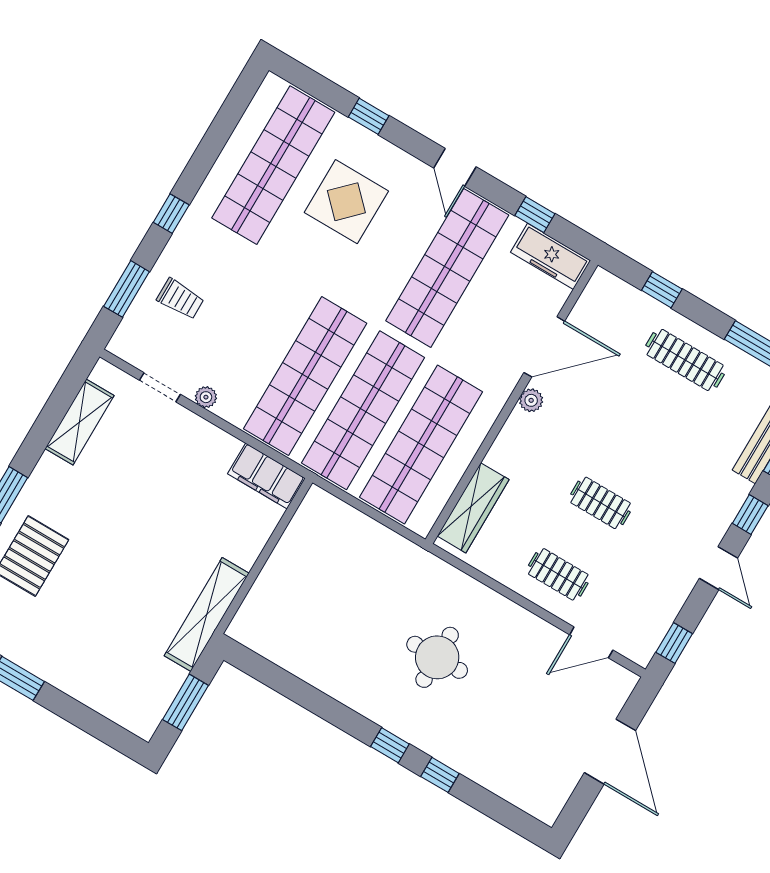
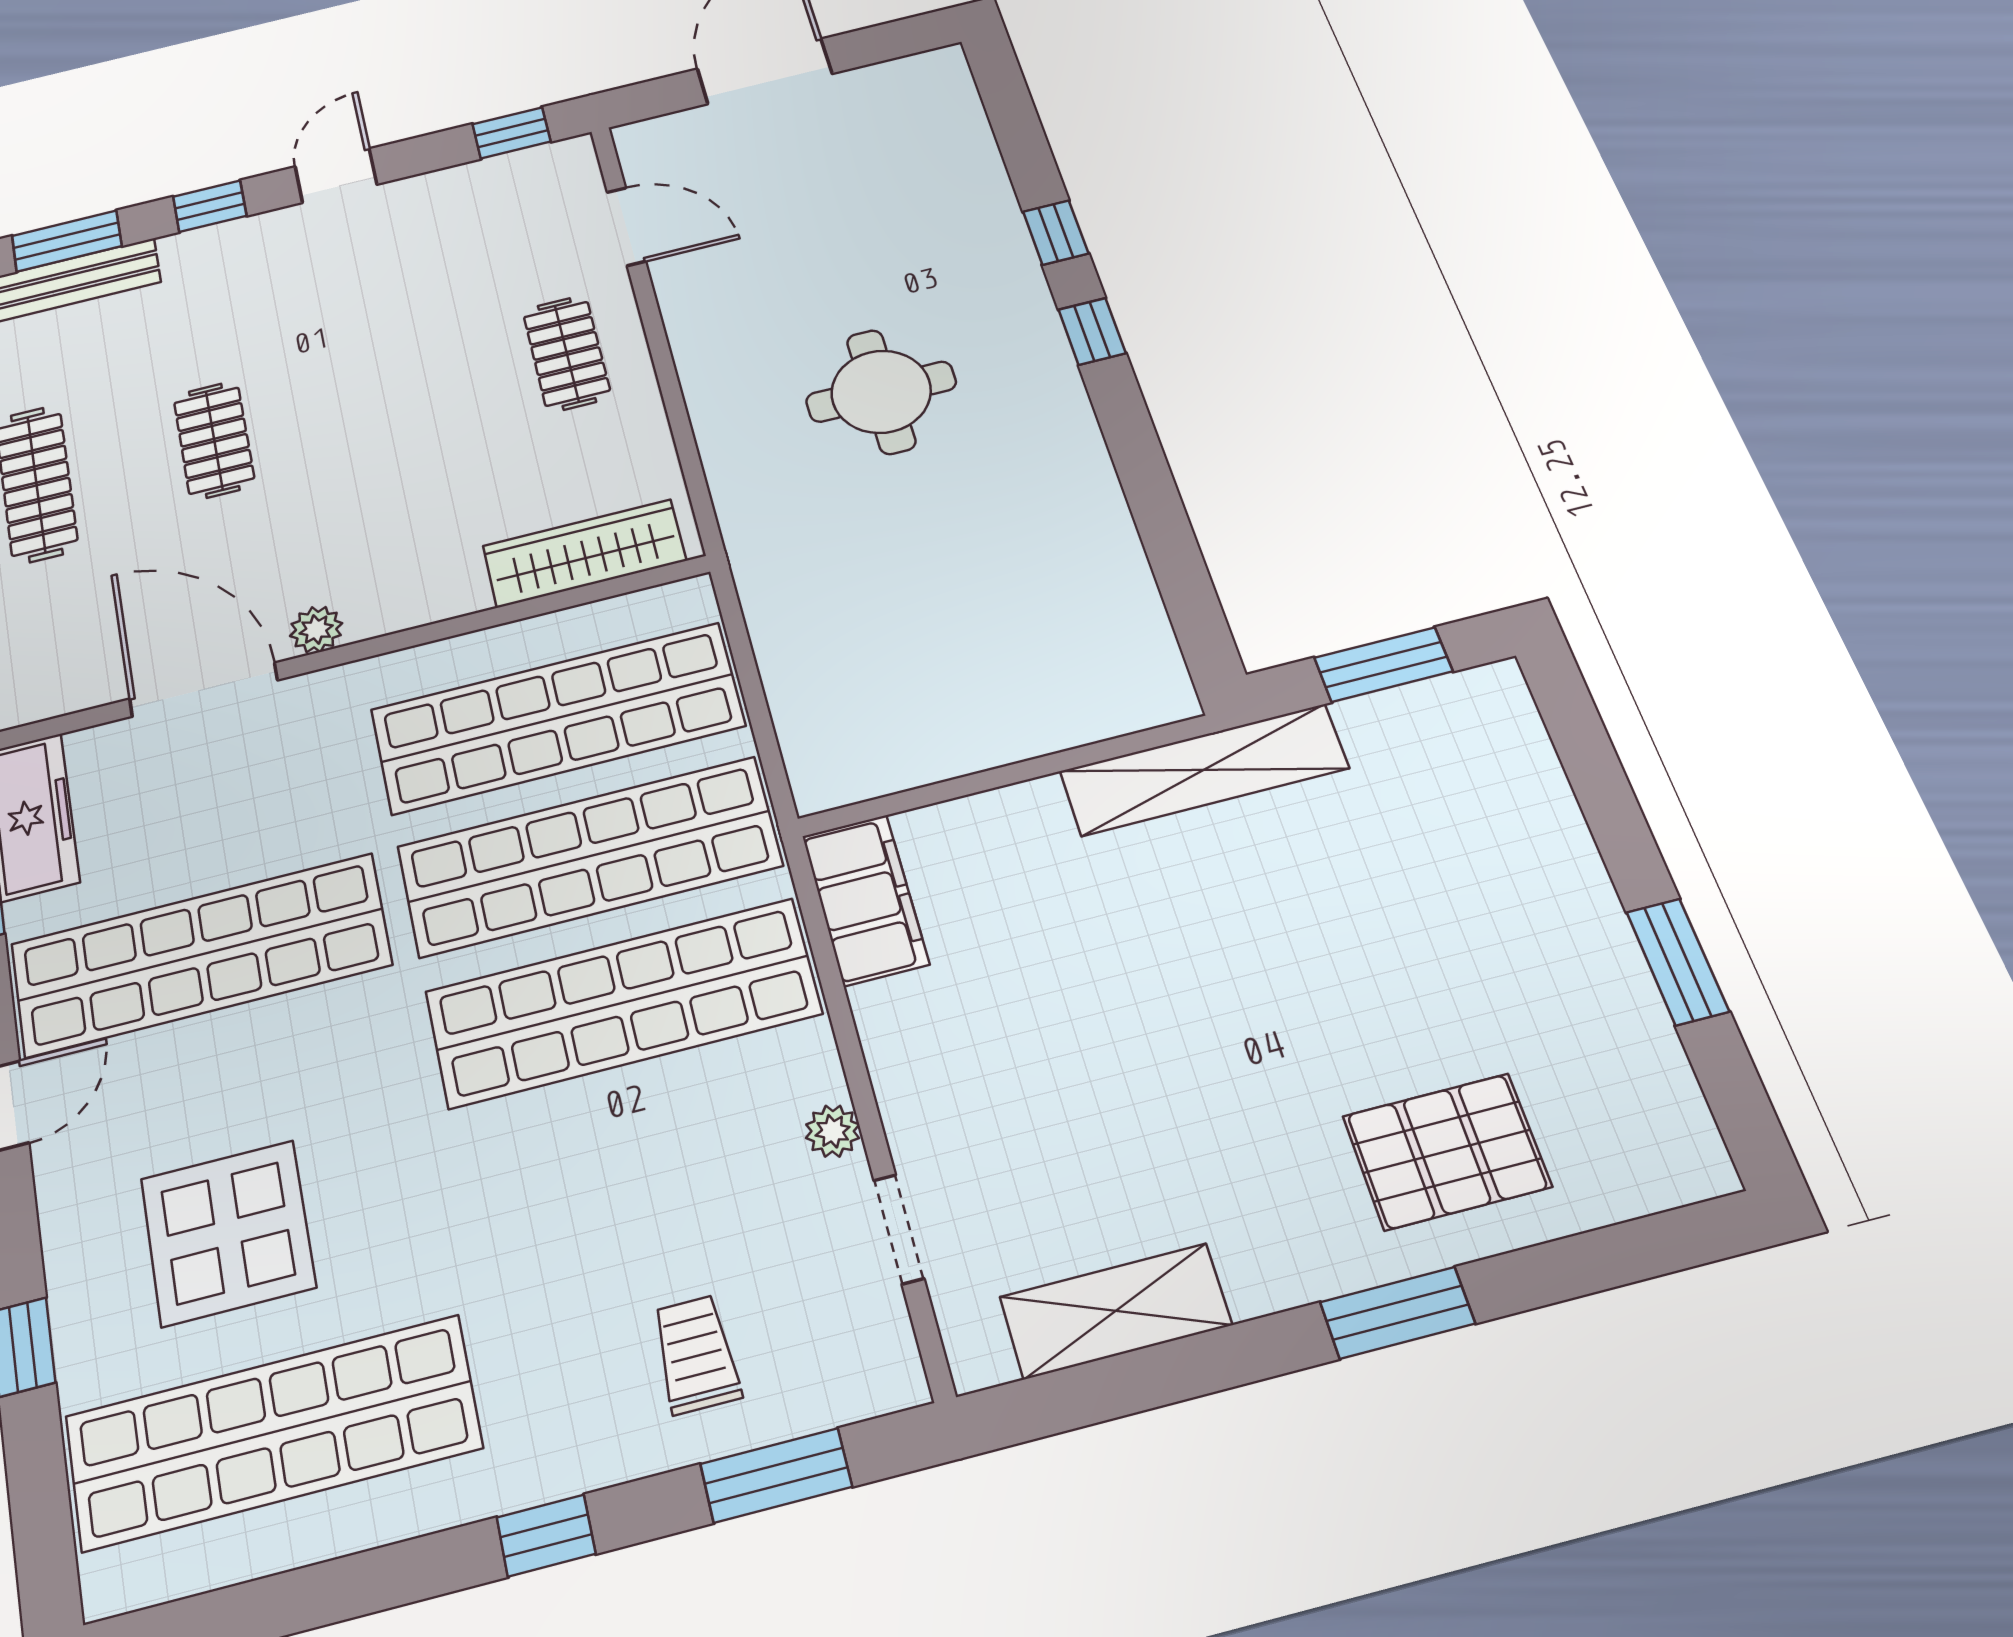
clothes rail: (601, 503) -> (214, 440), moved

